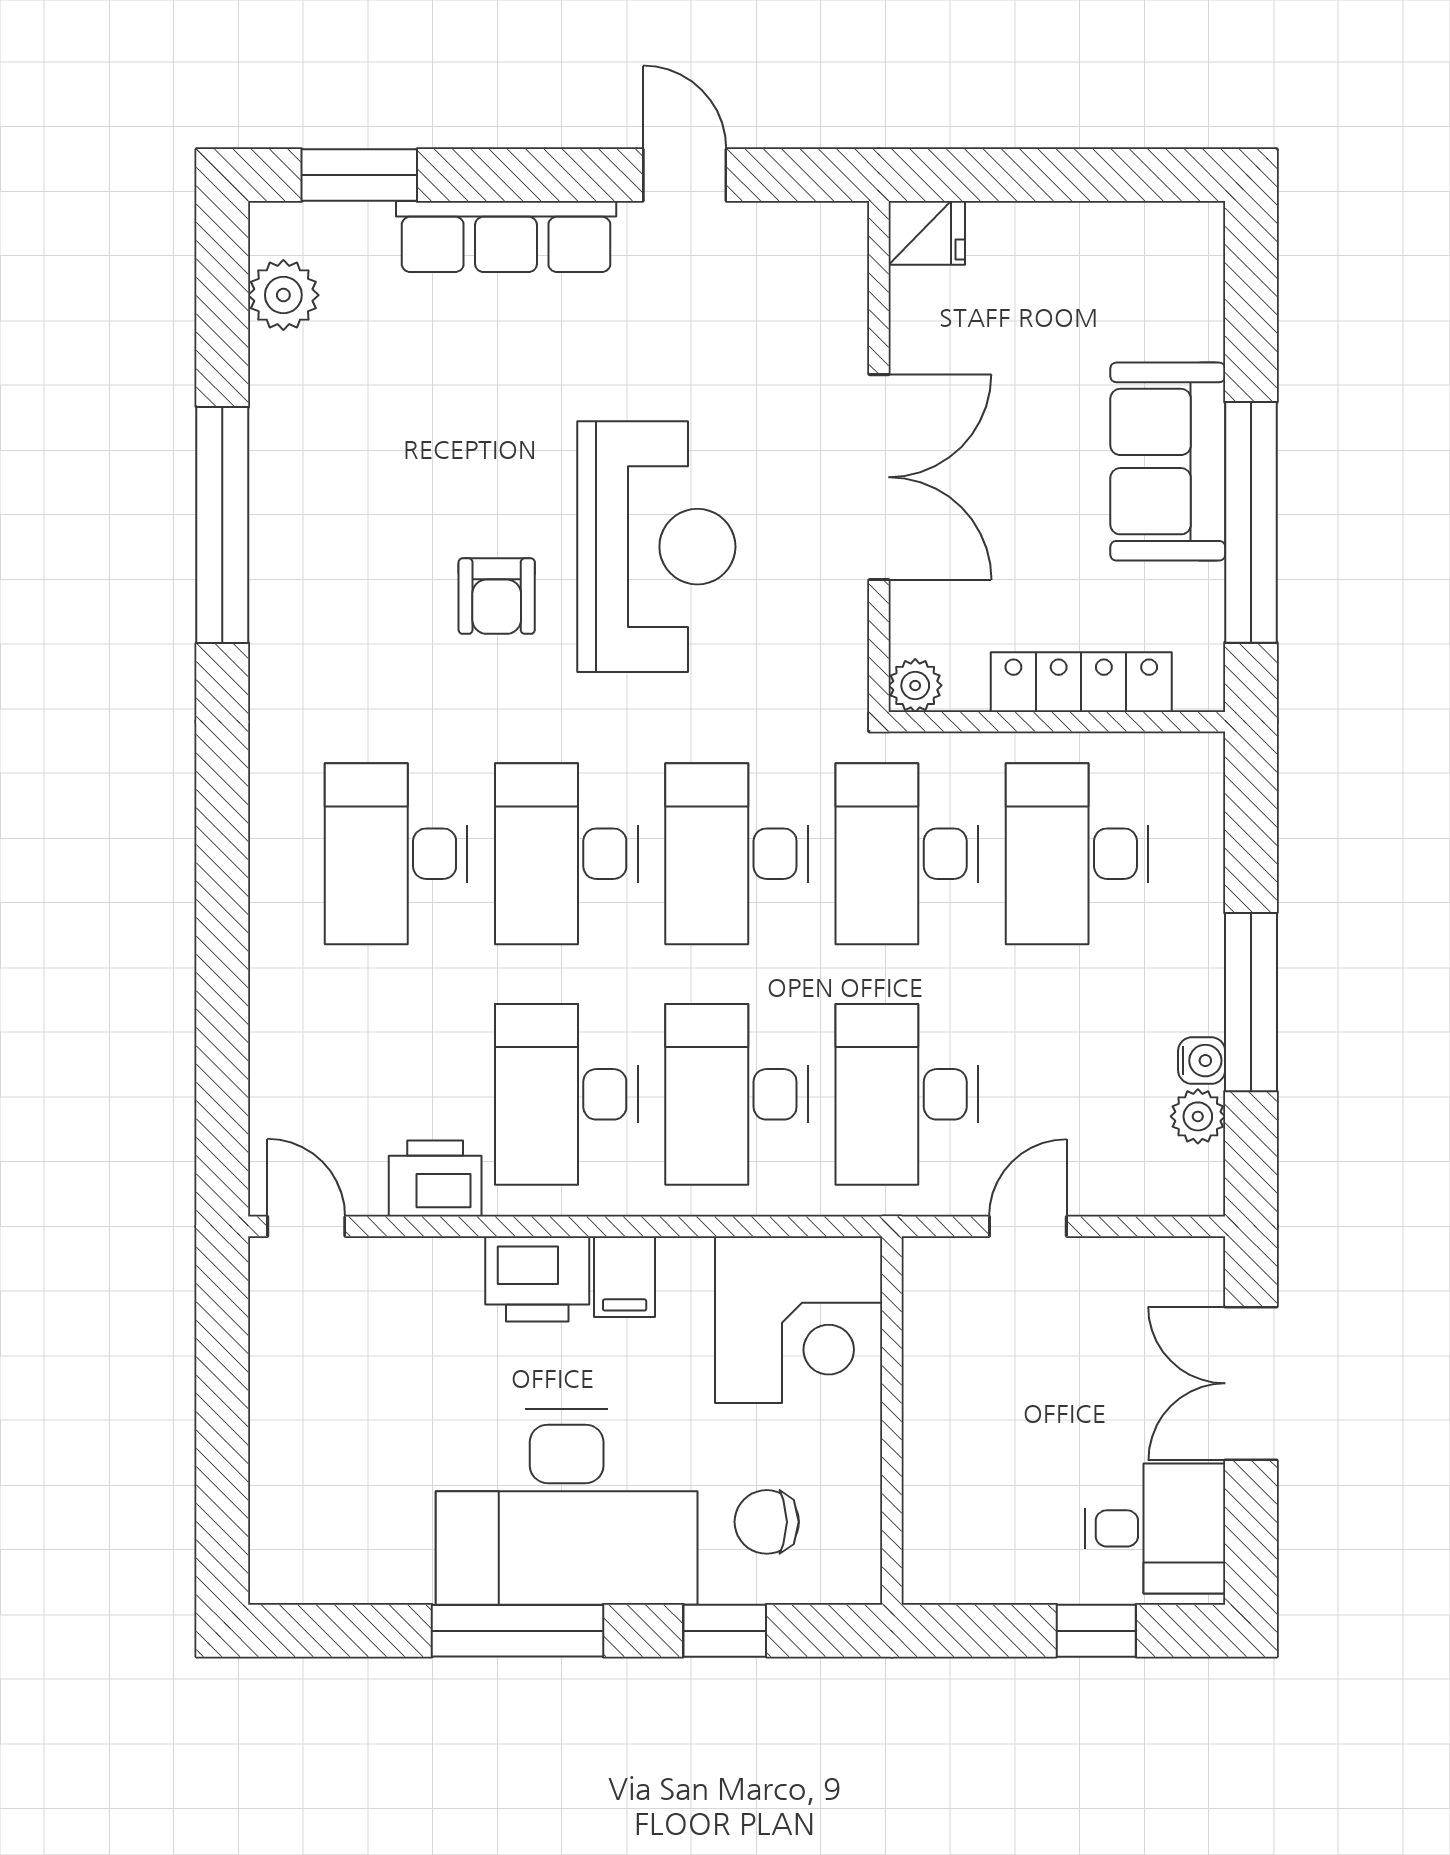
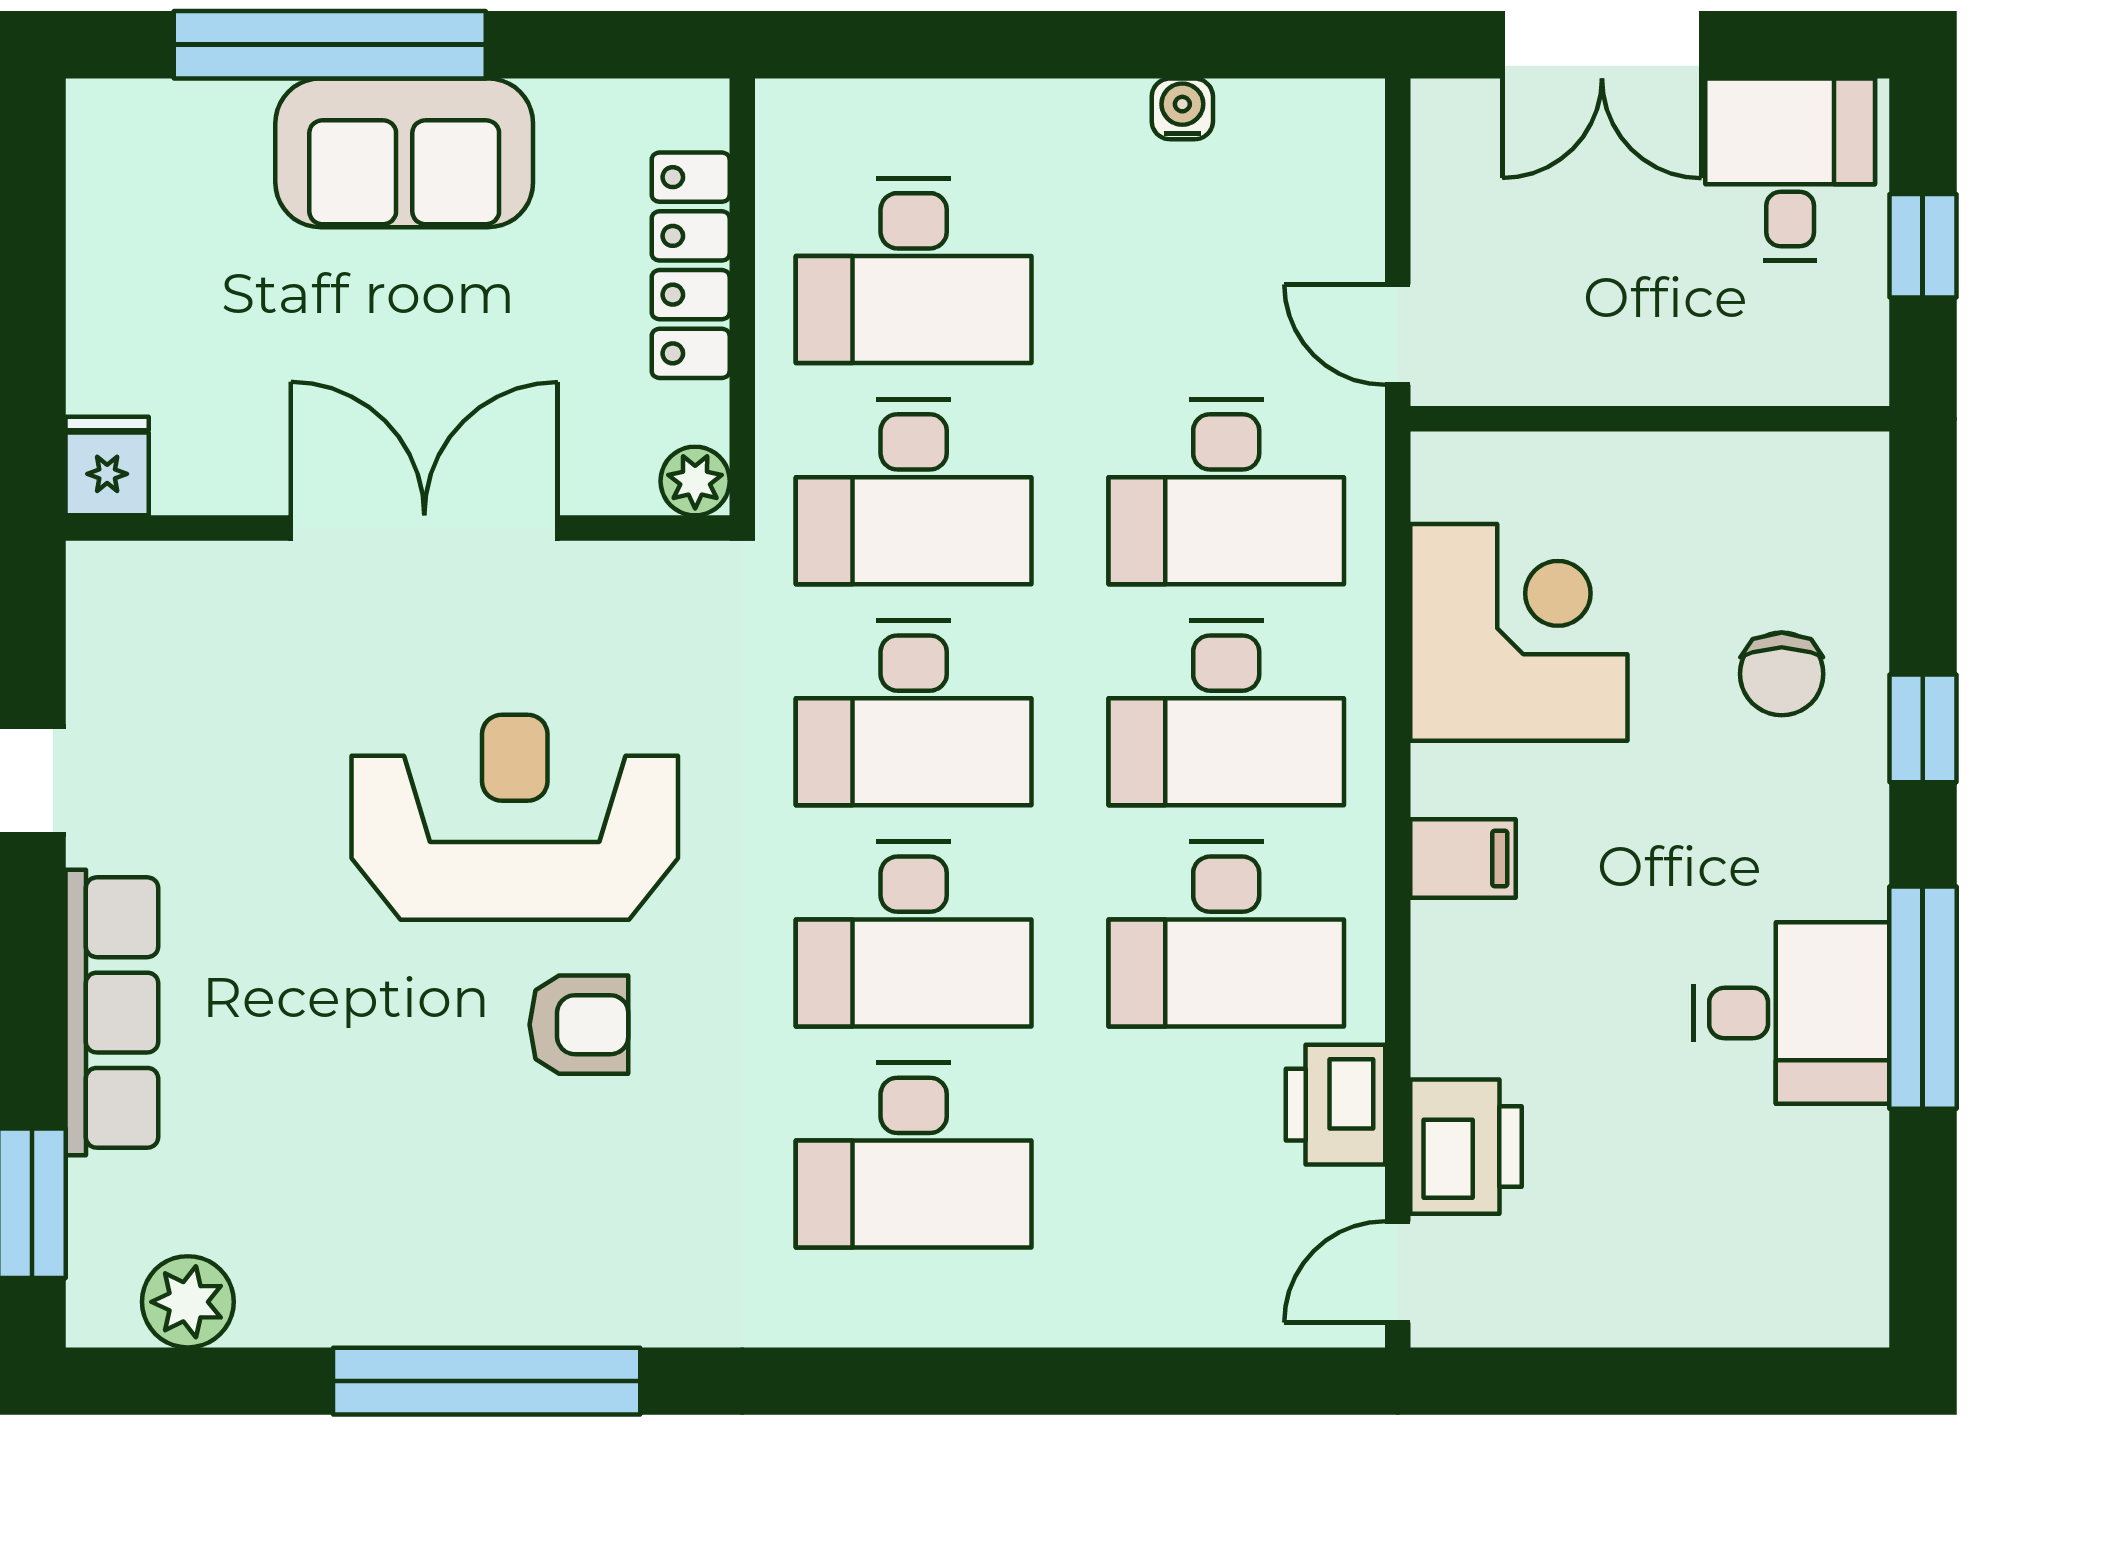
window: (1251, 522) -> (330, 45), moved
window: (1251, 1002) -> (1106, 45), removed
plant: (1198, 1116) -> (1255, 114), removed
printer: (537, 1279) -> (1466, 1147), moved
wall: (892, 1420) -> (1650, 419), moved
desk: (567, 1507) -> (1791, 1013), width x0.53, depth x0.77

